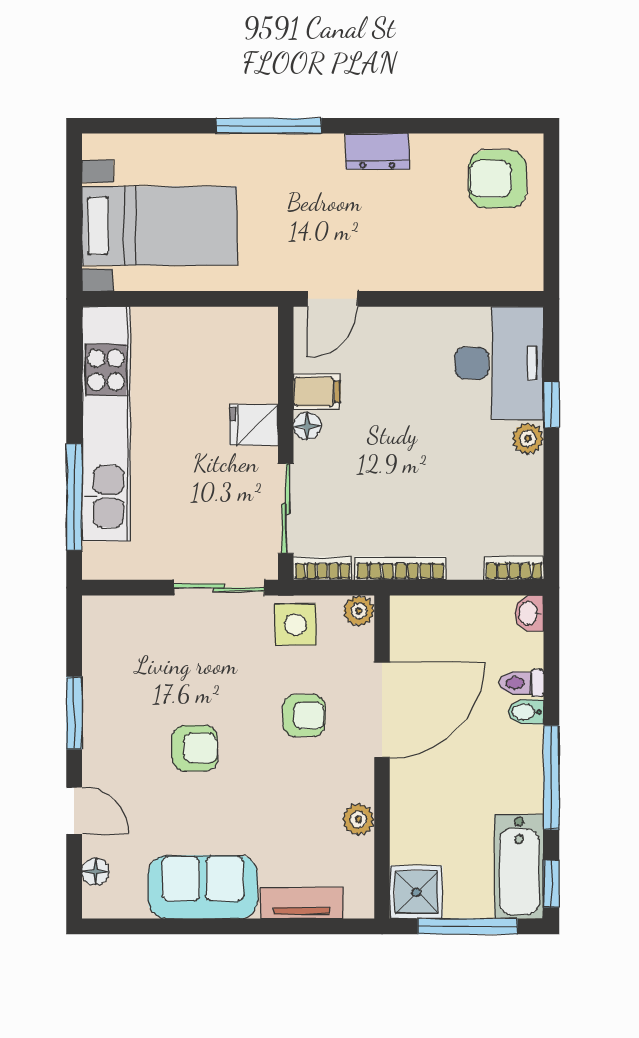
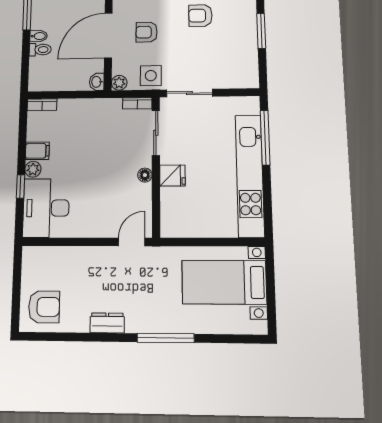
filing cabinet: (317, 392) -> (37, 151), moved, turned 180
bookcase: (400, 568) -> (98, 104), removed
washbasin: (529, 613) -> (97, 82), moved, turned 180

